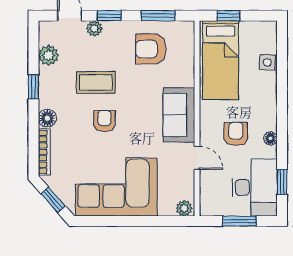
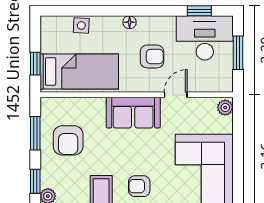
armchair: (236, 134) -> (152, 56), turned 180
floor lamp: (270, 138) -> (130, 22), moved

